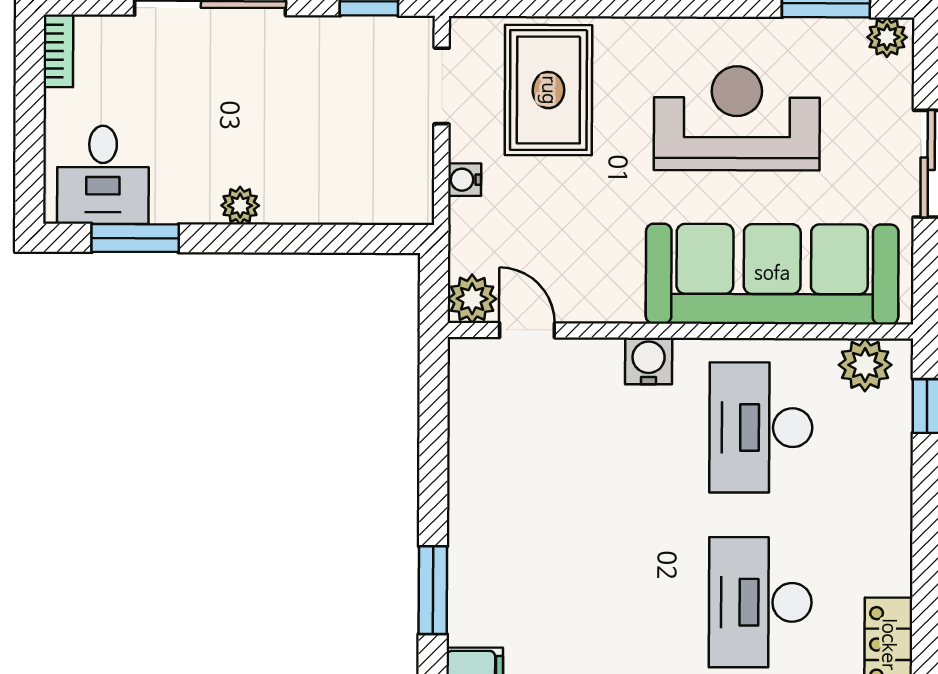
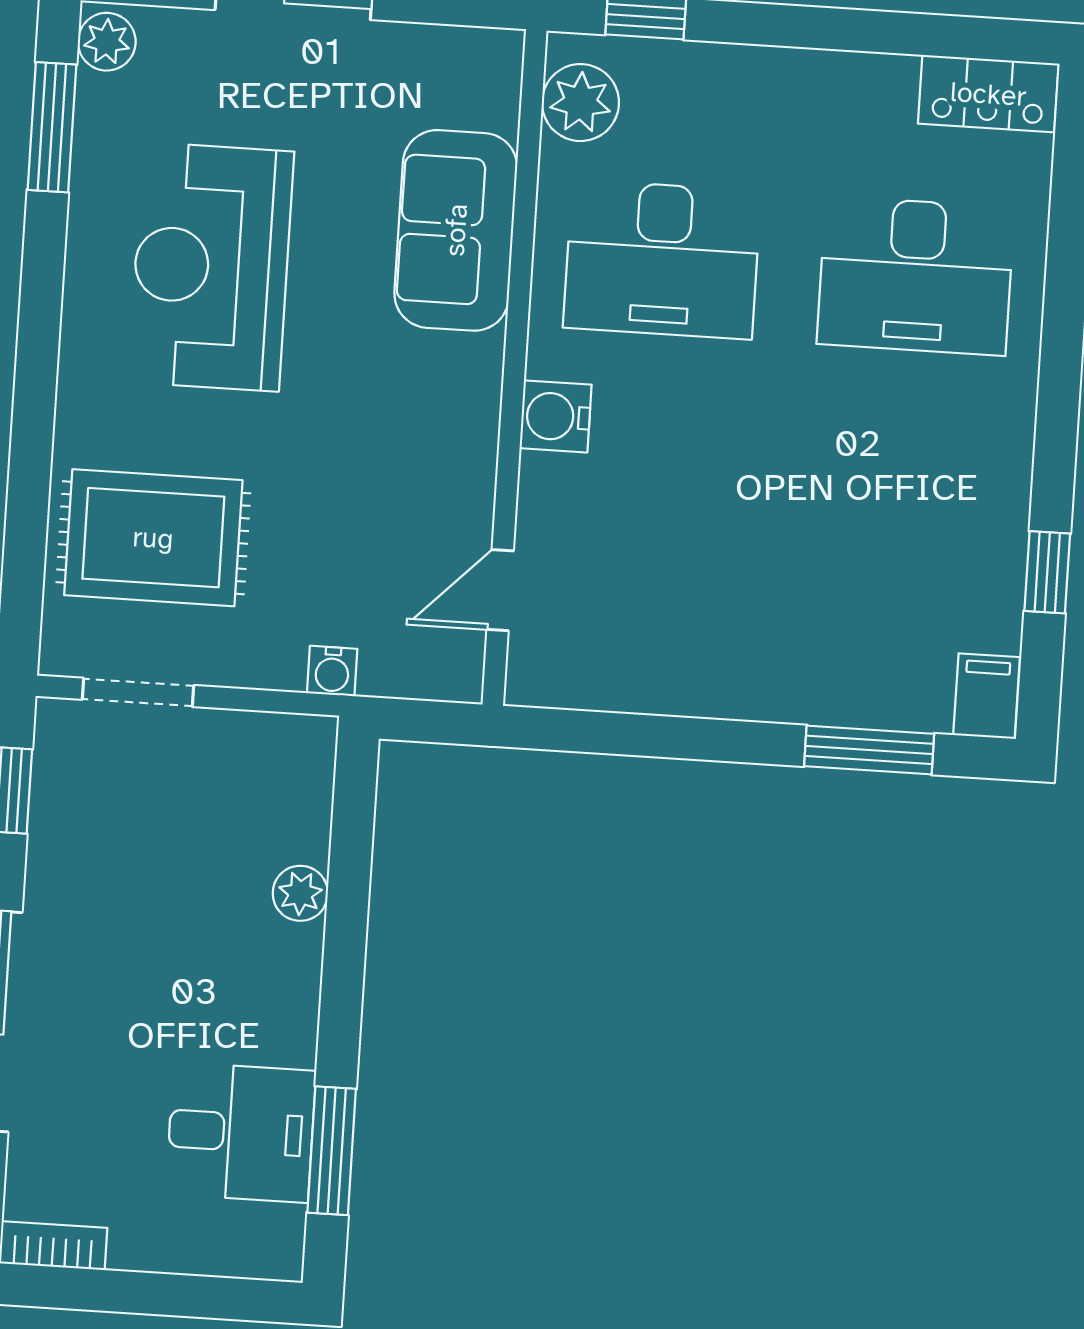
desk: (103, 175) -> (241, 1132), moved
water cooler: (465, 180) -> (332, 671), moved
plant: (240, 206) -> (300, 893), moved
sofa: (772, 274) -> (456, 230), width x0.54, depth x0.79
plant: (472, 299) -> (450, 667), removed

